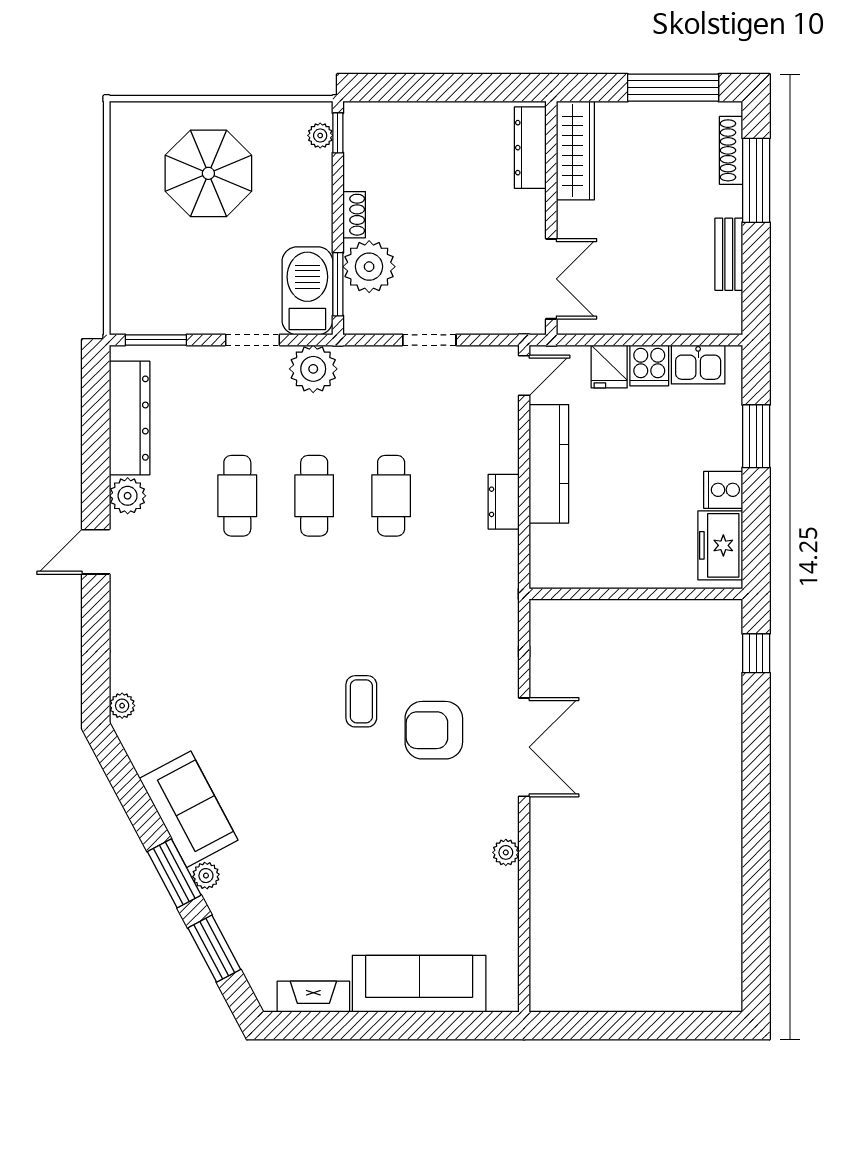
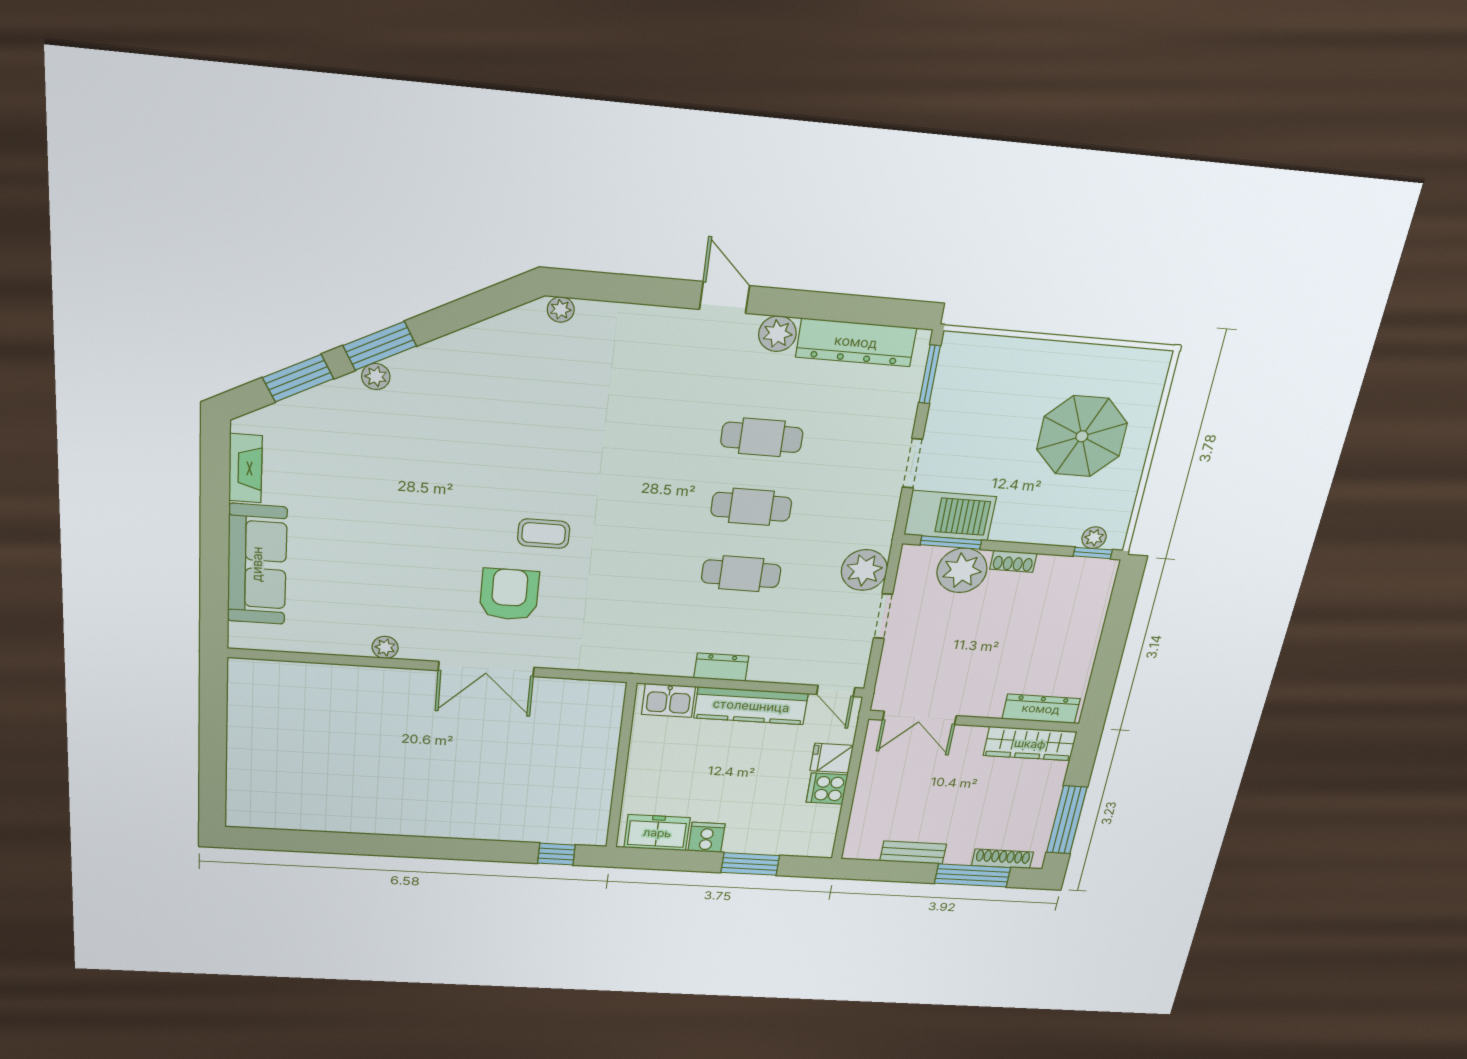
kitchen sink: (698, 364) -> (668, 700), moved, turned -90
plant: (313, 369) -> (864, 570), moved
sofa: (189, 809) -> (447, 365), removed

